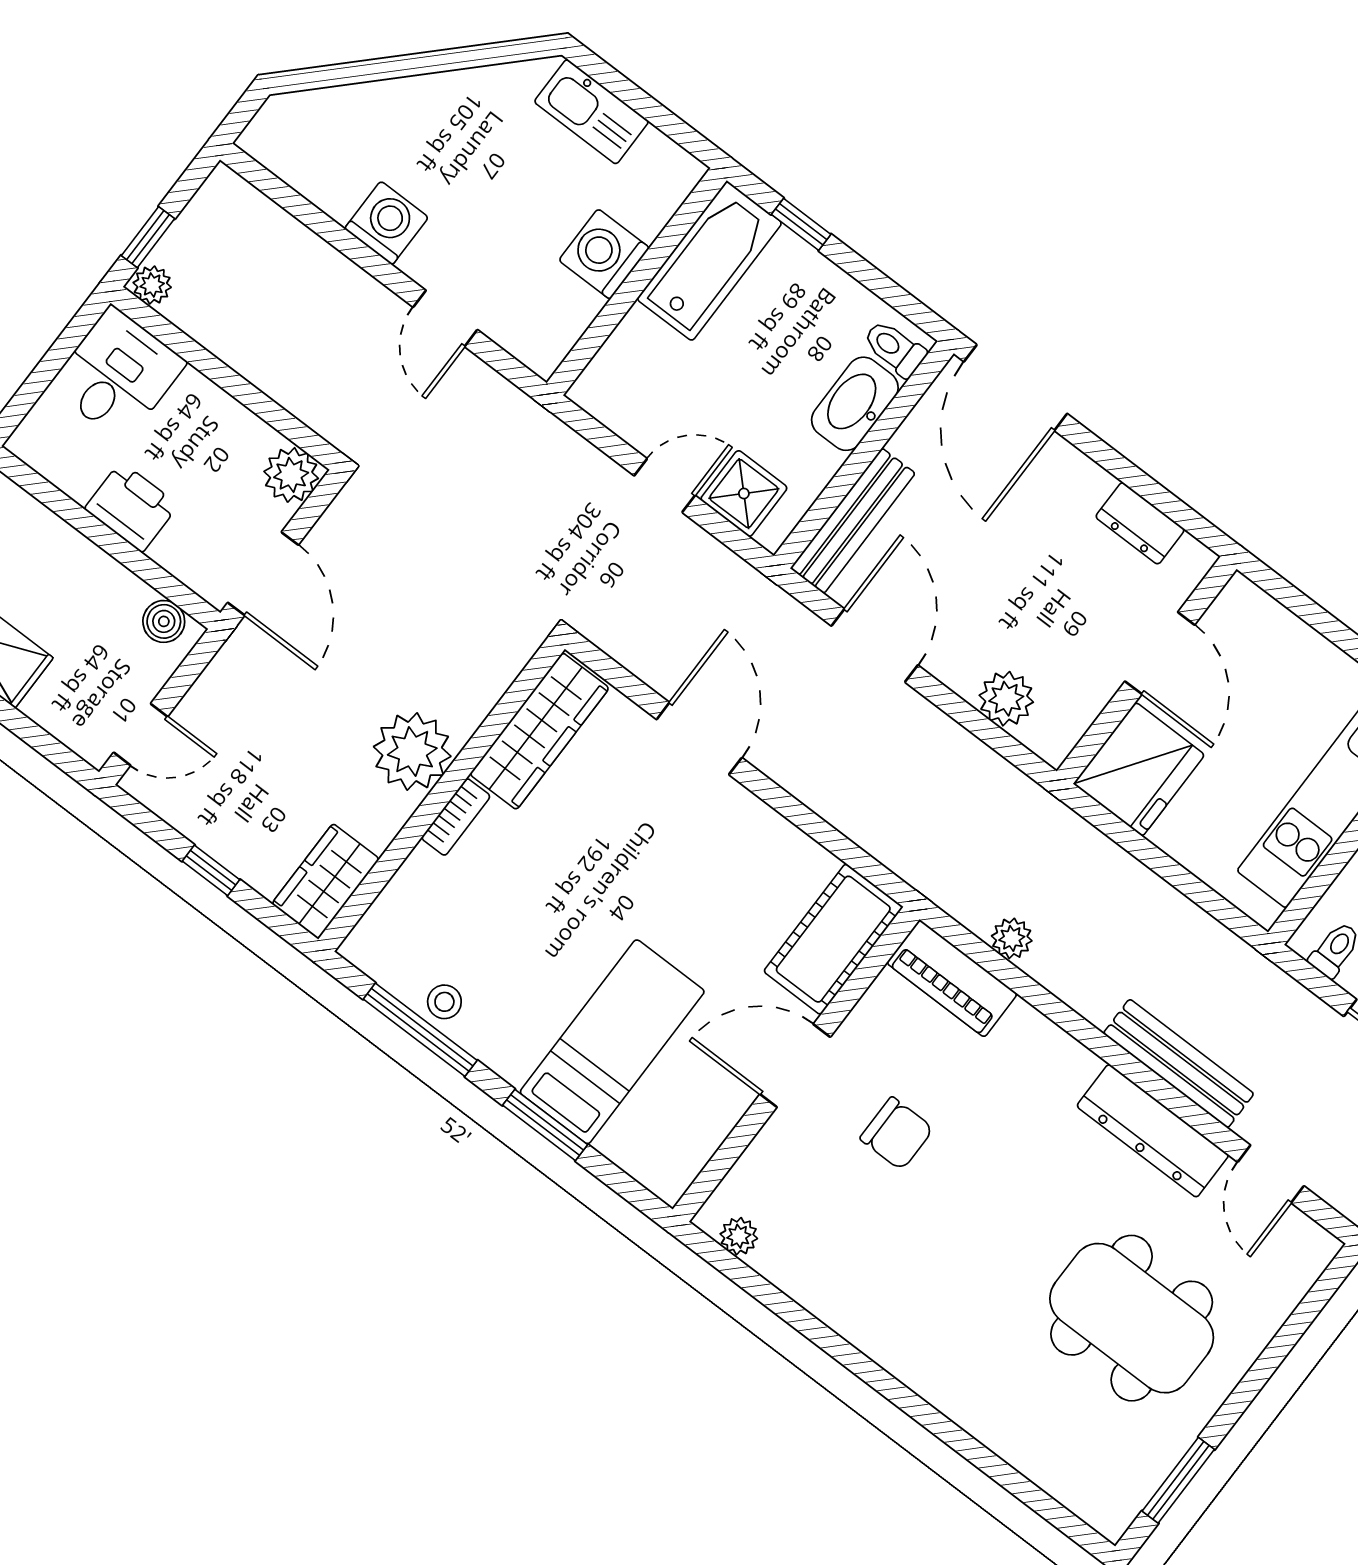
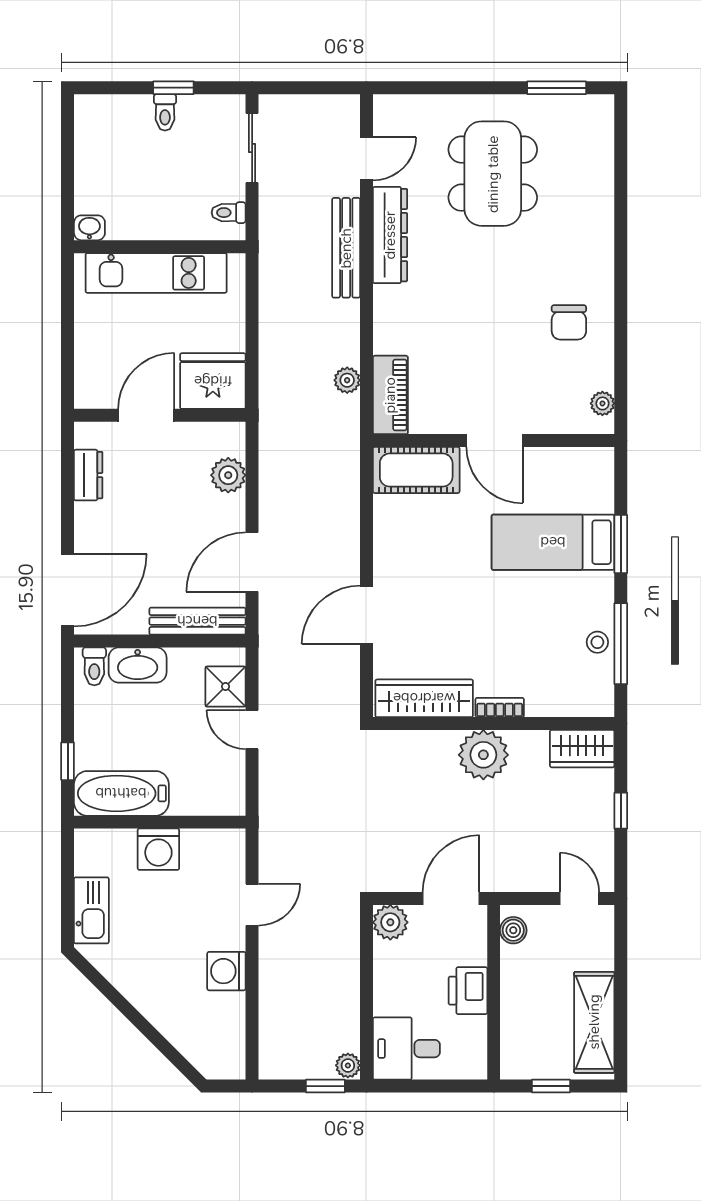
chair: (897, 1134) -> (569, 322), moved, turned 180

